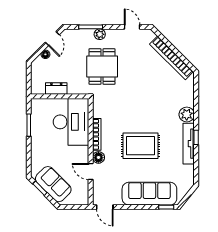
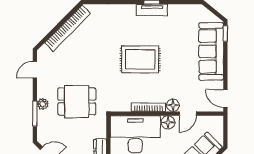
plant: (187, 115) -> (128, 12), removed
tv unit: (189, 144) -> (152, 10), width x0.71
rug: (140, 146) -> (140, 59), moved, turned 90
floor lamp: (82, 153) -> (168, 122), added
door: (105, 207) -> (225, 98), swing flipped

